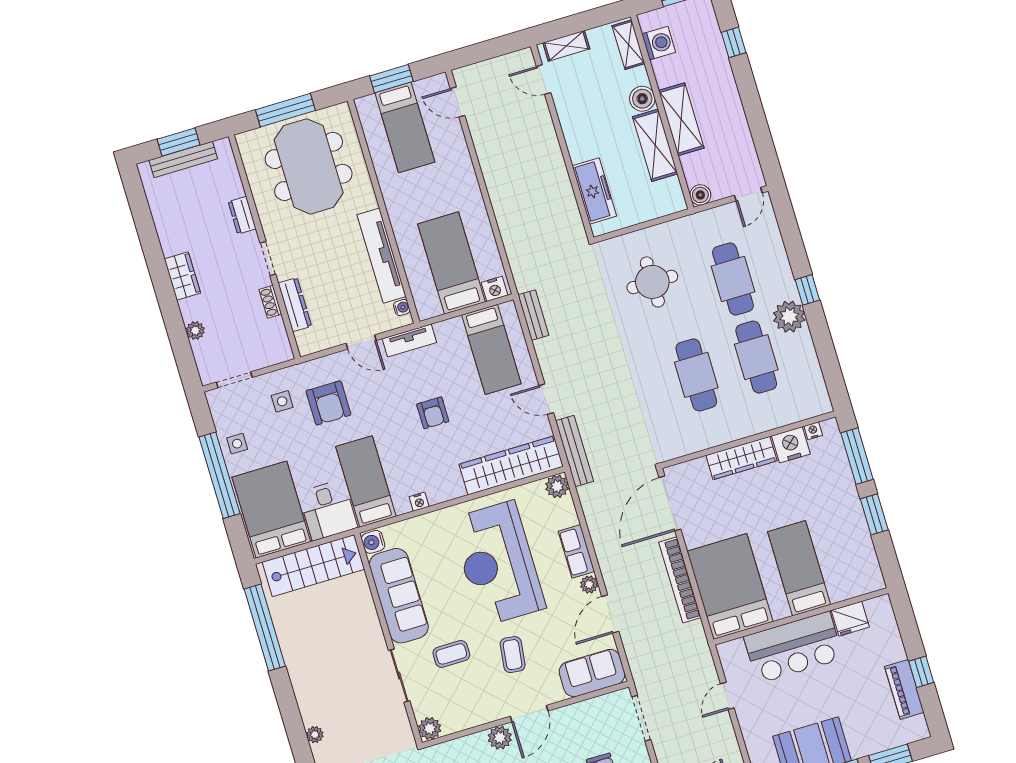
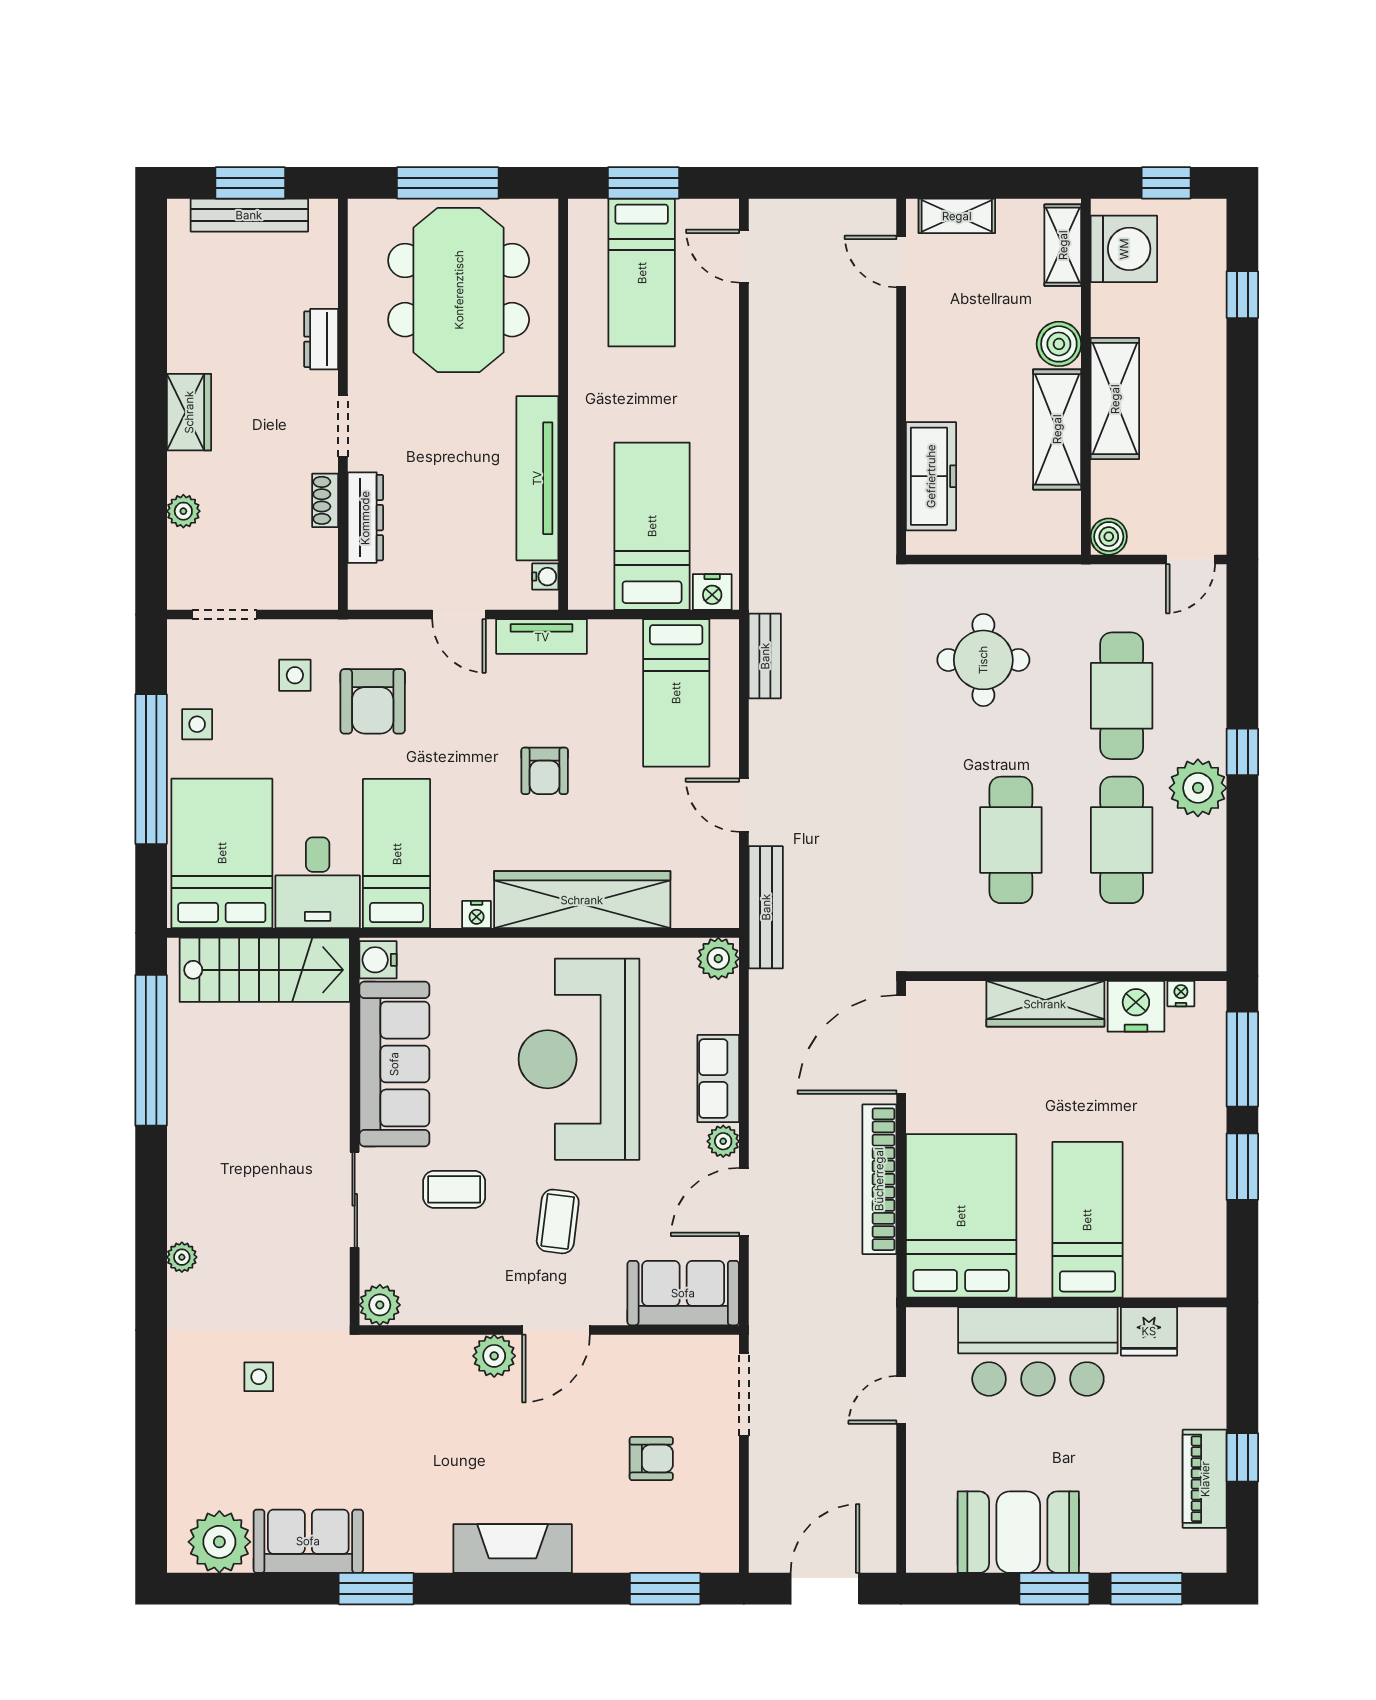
washing machine: (659, 43) -> (1124, 249), width x1.37, depth x1.37
wardrobe: (511, 465) -> (582, 900), moved

